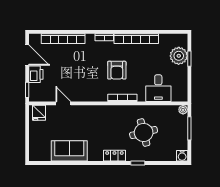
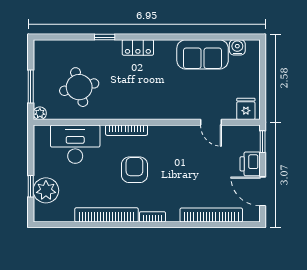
desk: (158, 88) -> (75, 144), width x1.37
round table: (144, 133) -> (79, 87), moved
water cooler: (182, 156) -> (237, 47), moved

